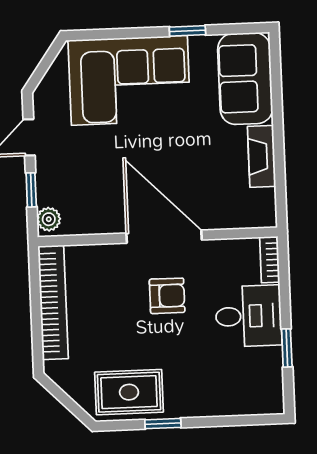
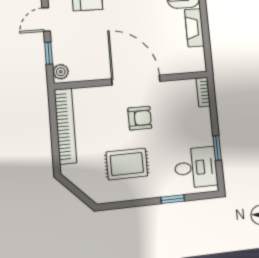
desk: (249, 316) -> (196, 168), moved
rug: (129, 392) -> (127, 164), moved
window: (163, 424) -> (173, 199), moved

